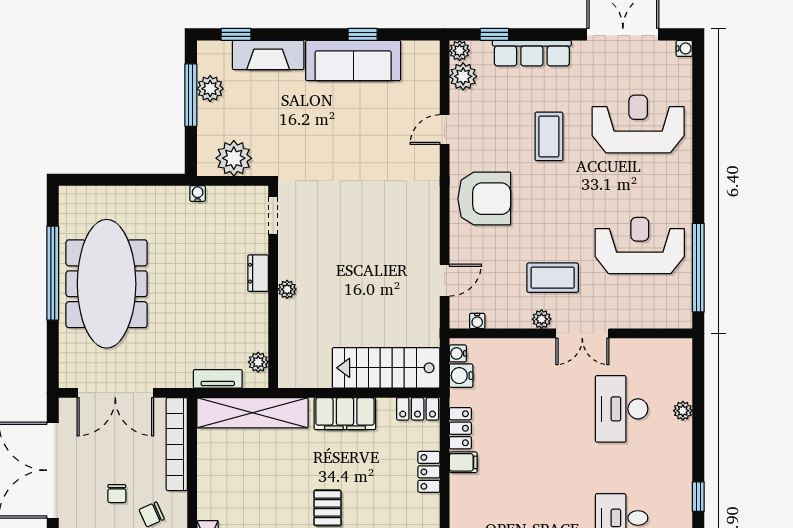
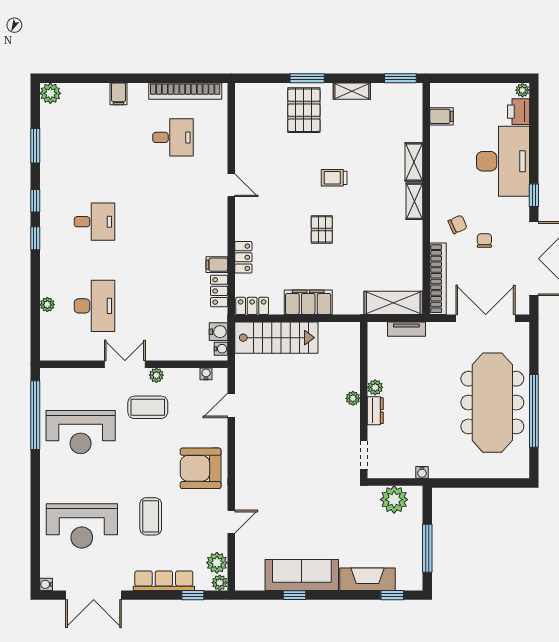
plant: (210, 89) -> (412, 553), removed
plant: (258, 362) -> (375, 387), moved
shelving: (252, 413) -> (393, 303), width x0.68

